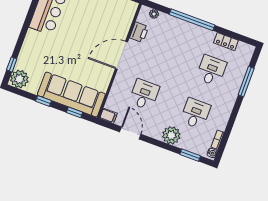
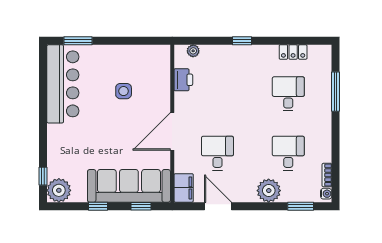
window: (192, 20) -> (242, 41), width x0.32
side table: (93, 24) -> (124, 91), added
door: (121, 55) -> (172, 131), moved
filing cabinet: (108, 116) -> (184, 188), width x2.00

